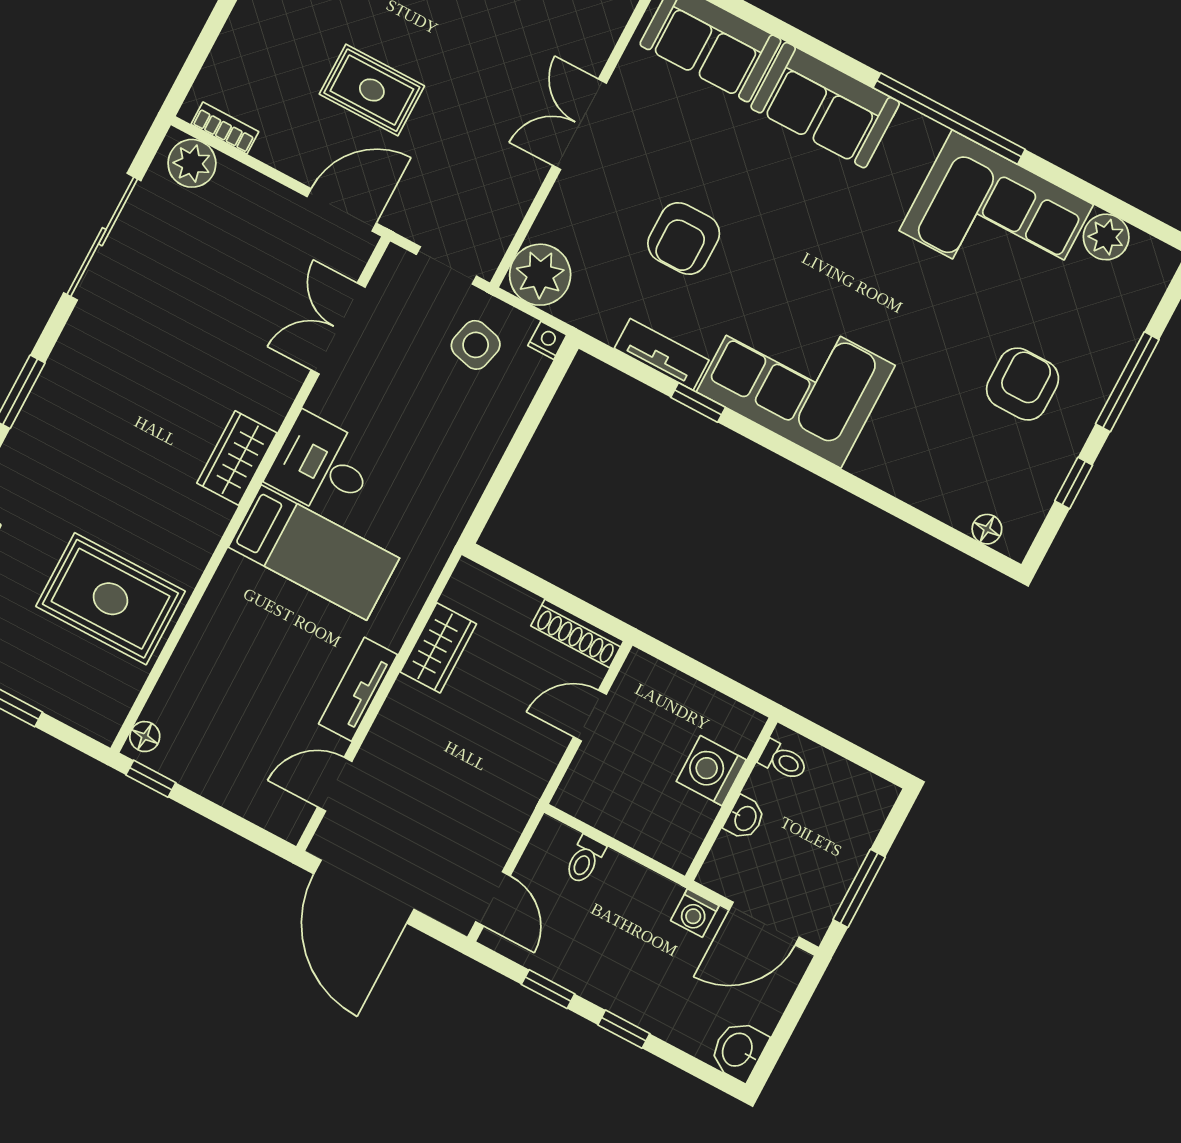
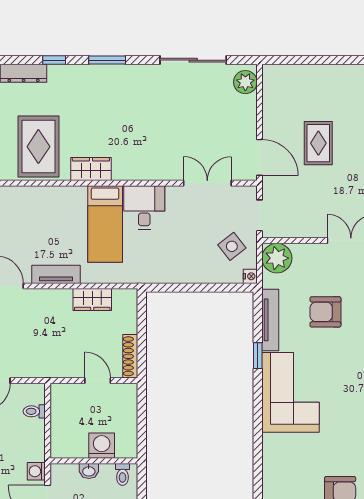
bookcase: (225, 128) -> (268, 88), removed
side table: (476, 345) -> (232, 246), turned 38
tv unit: (662, 354) -> (270, 320), width x1.41
wardrobe: (237, 458) -> (91, 169), moved

